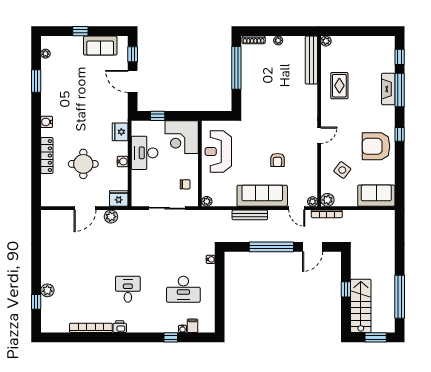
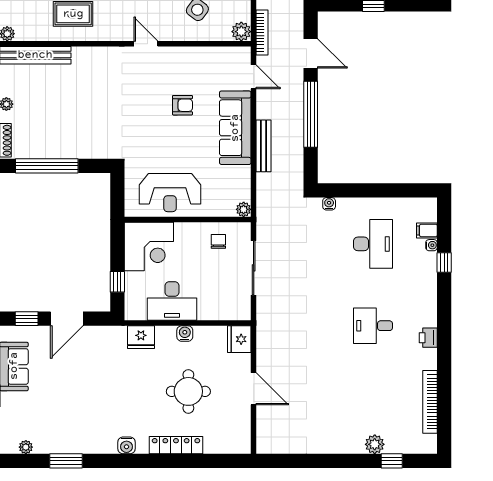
plant: (312, 202) -> (244, 54), removed
door: (297, 208) -> (254, 77), hinge flipped
plant: (111, 217) -> (266, 351), removed
bookcase: (91, 328) -> (430, 402), moved

